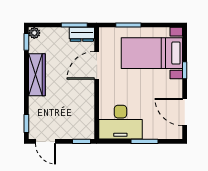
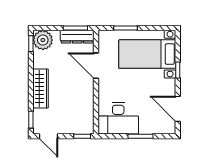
plant: (34, 33) -> (43, 40), width x1.87, depth x1.87
dresser: (82, 34) -> (77, 37), width x1.44
door: (97, 65) -> (96, 66), hinge flipped
wardrobe: (37, 75) -> (41, 88), moved

